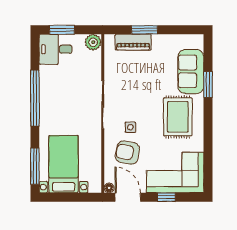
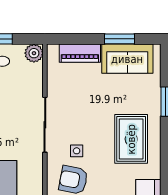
window: (145, 30) -> (119, 39), moved
sofa: (191, 71) -> (127, 59), moved, turned -90

